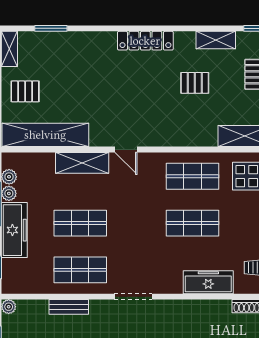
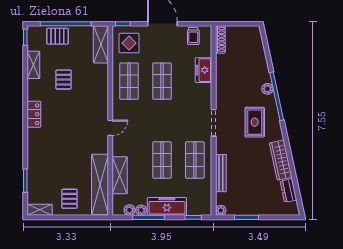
locker: (145, 41) -> (34, 114), width x0.66
shelving: (82, 163) -> (120, 175), moved
freezer: (208, 282) -> (204, 70), width x0.71
bench: (69, 307) -> (221, 173), width x1.36

